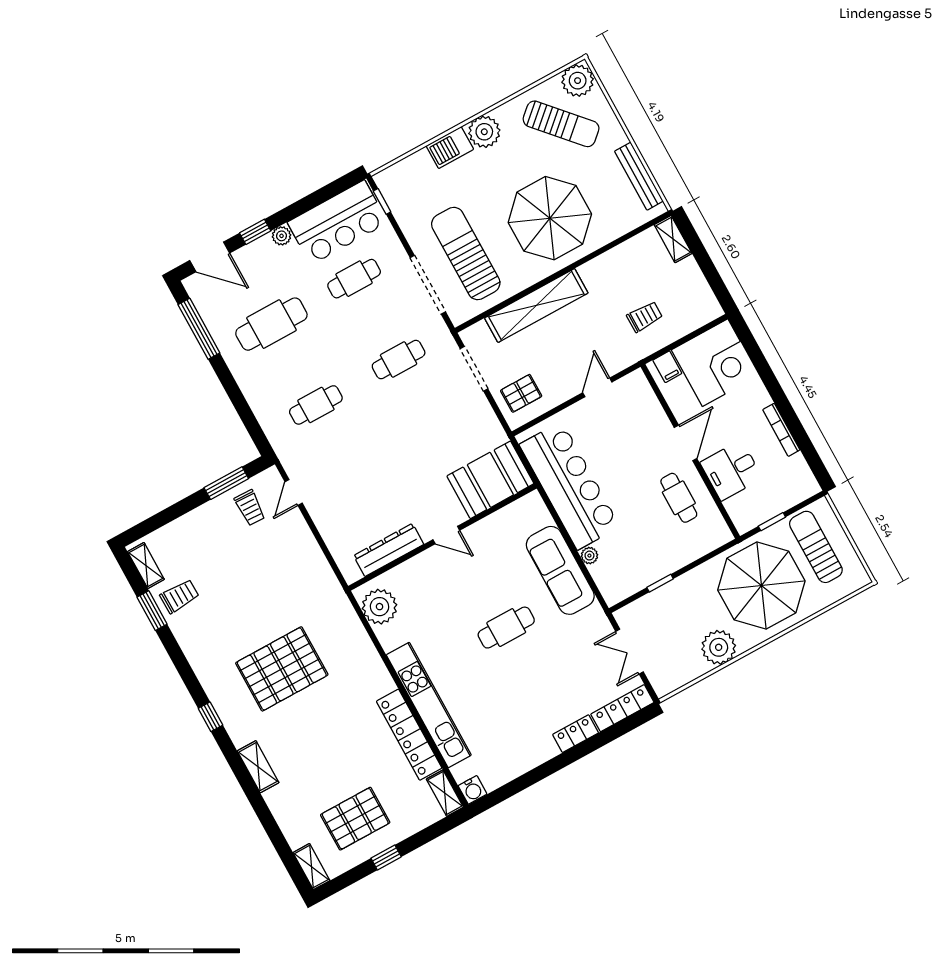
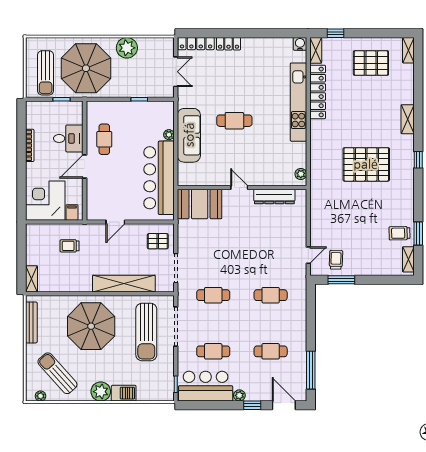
plant: (578, 81) -> (40, 396), width x0.53, depth x0.53
cafe table: (271, 324) -> (271, 351), width x0.73, depth x0.74
plant: (380, 607) -> (301, 174), width x0.53, depth x0.53
window: (386, 857) -> (336, 33), moved

